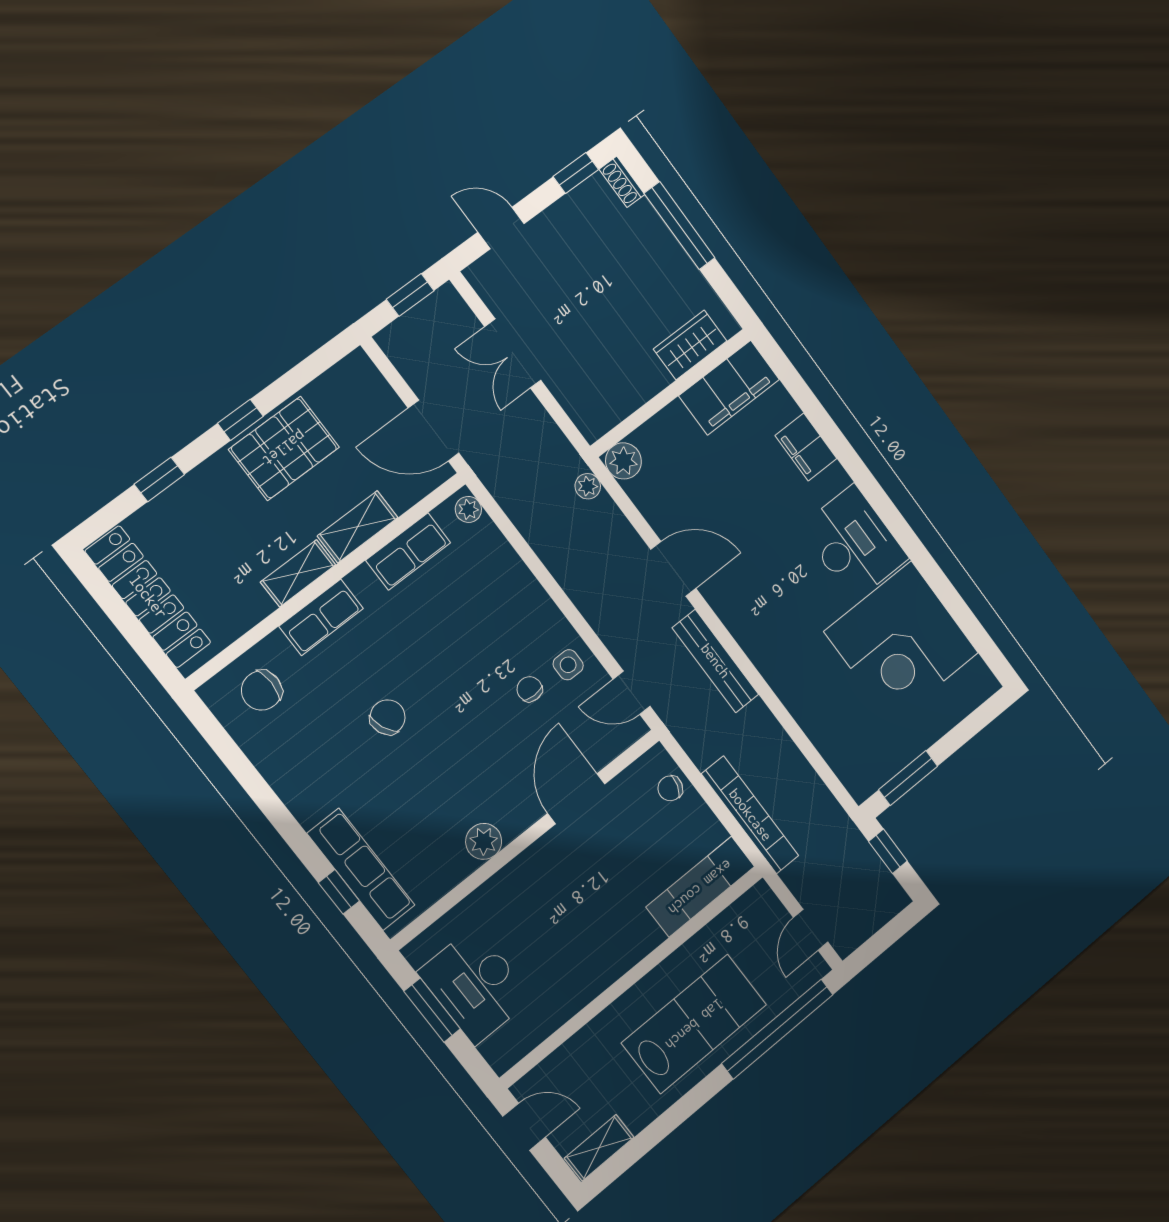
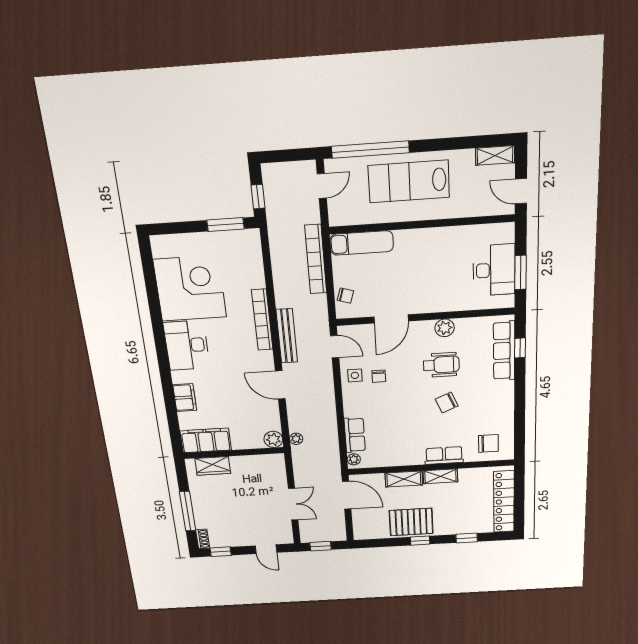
row of seats: (408, 551) -> (355, 435), moved, turned 90
bookcase: (768, 663) -> (262, 320), added
wheelchair: (444, 777) -> (441, 365), added

